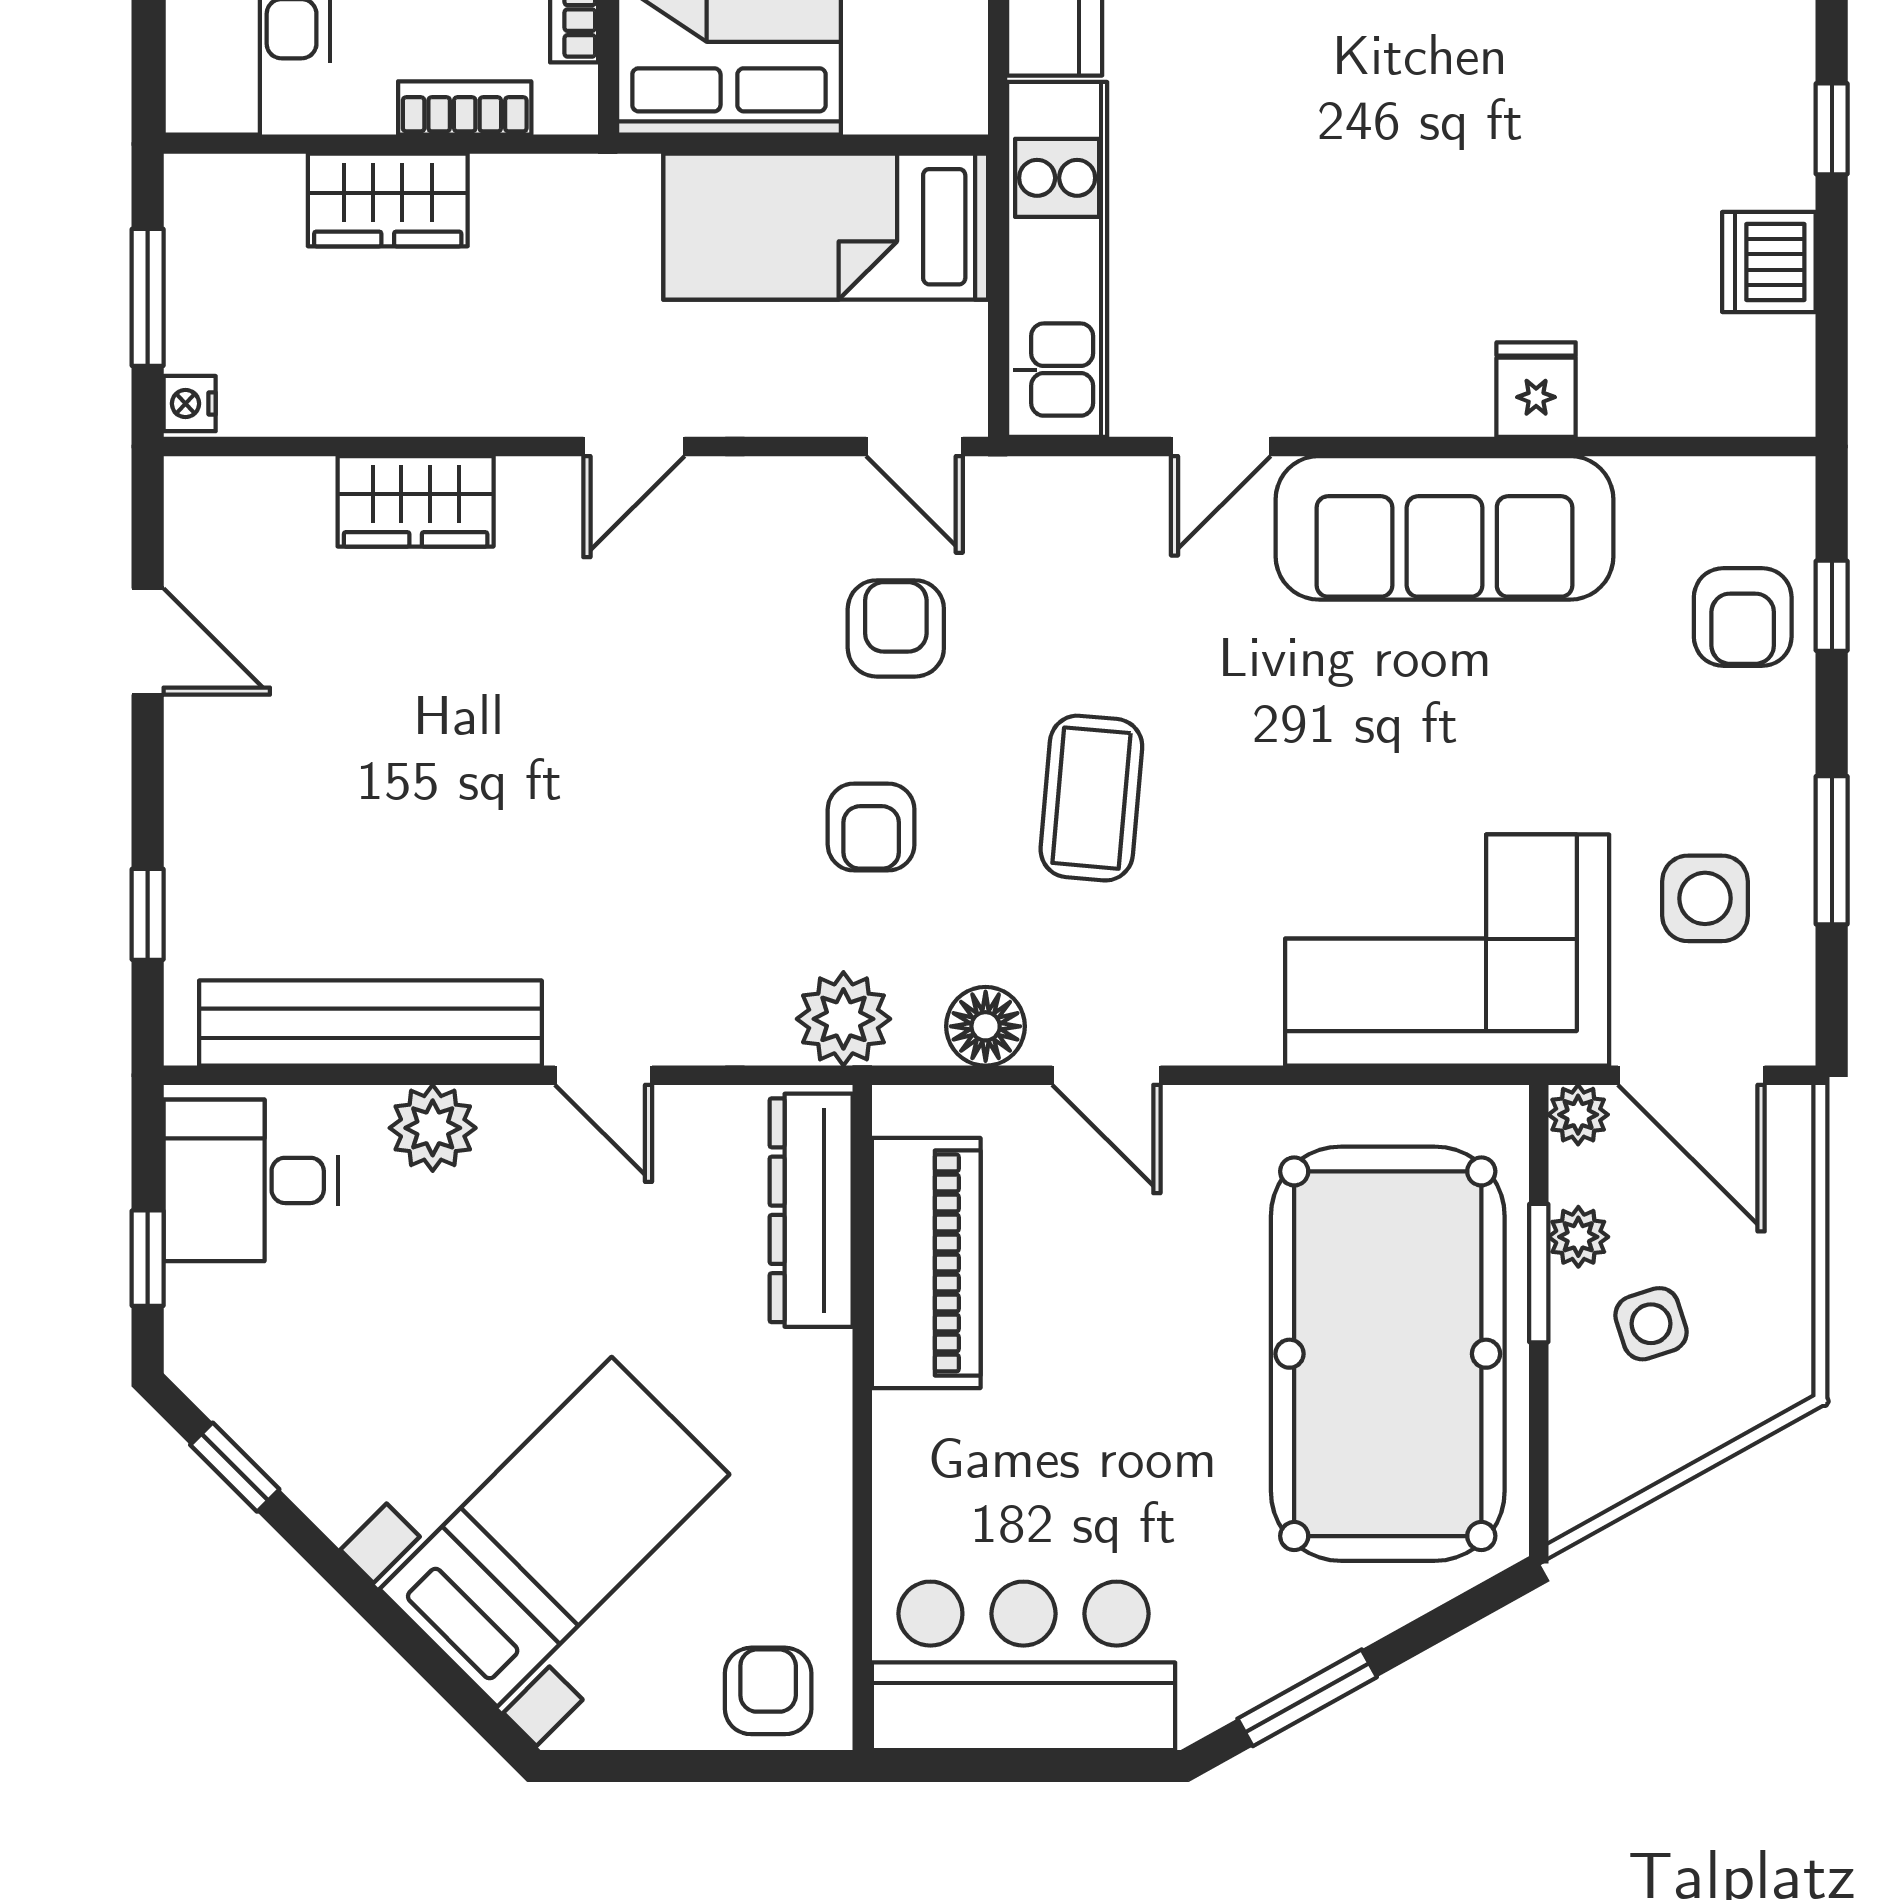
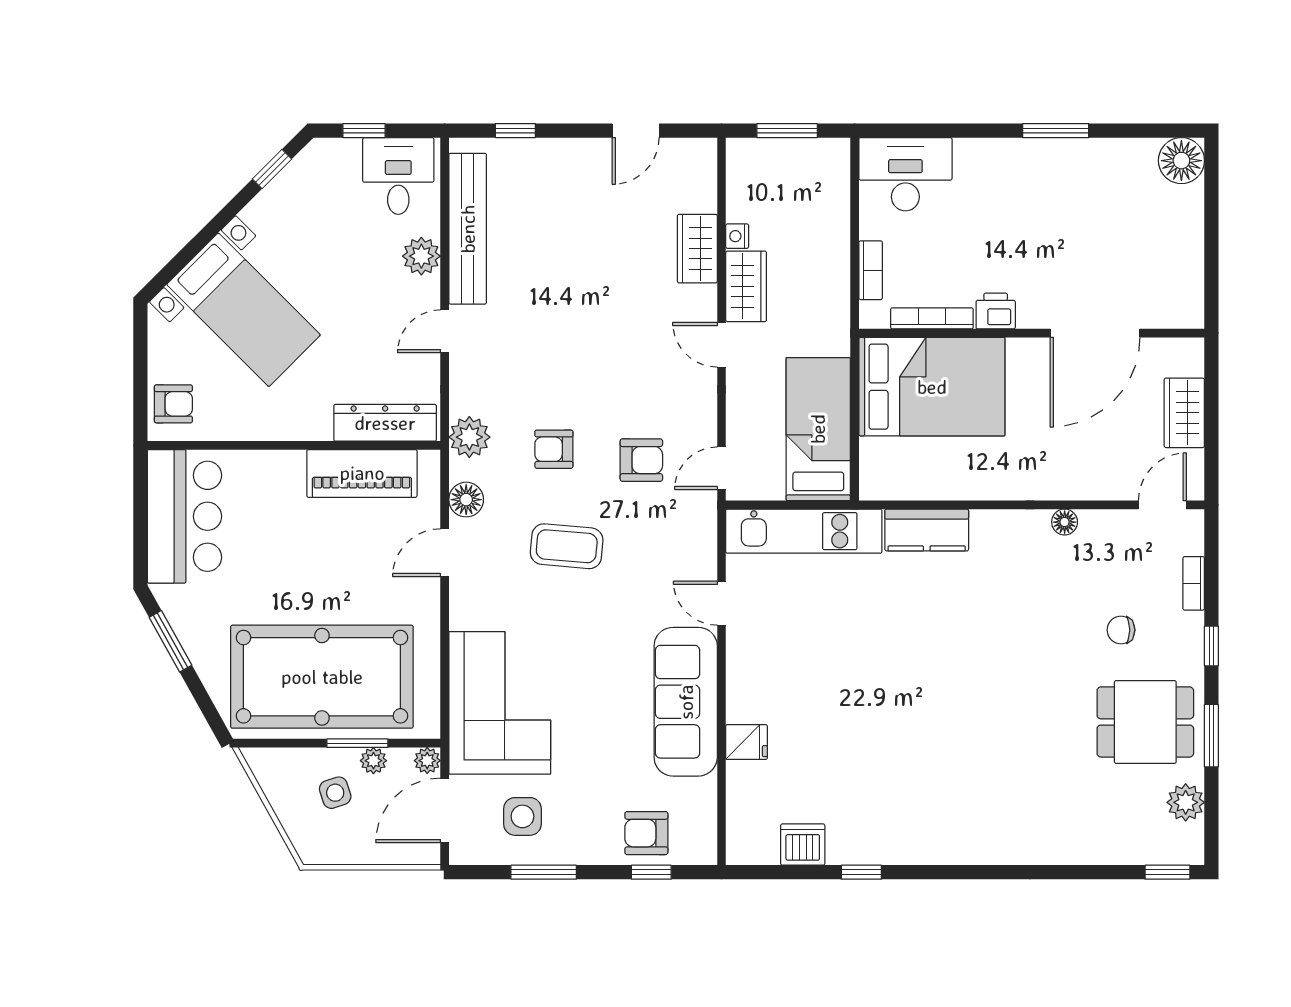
wardrobe: (388, 200) -> (746, 286), moved, turned 180
nightstand: (190, 404) -> (737, 236), moved, turned -90

